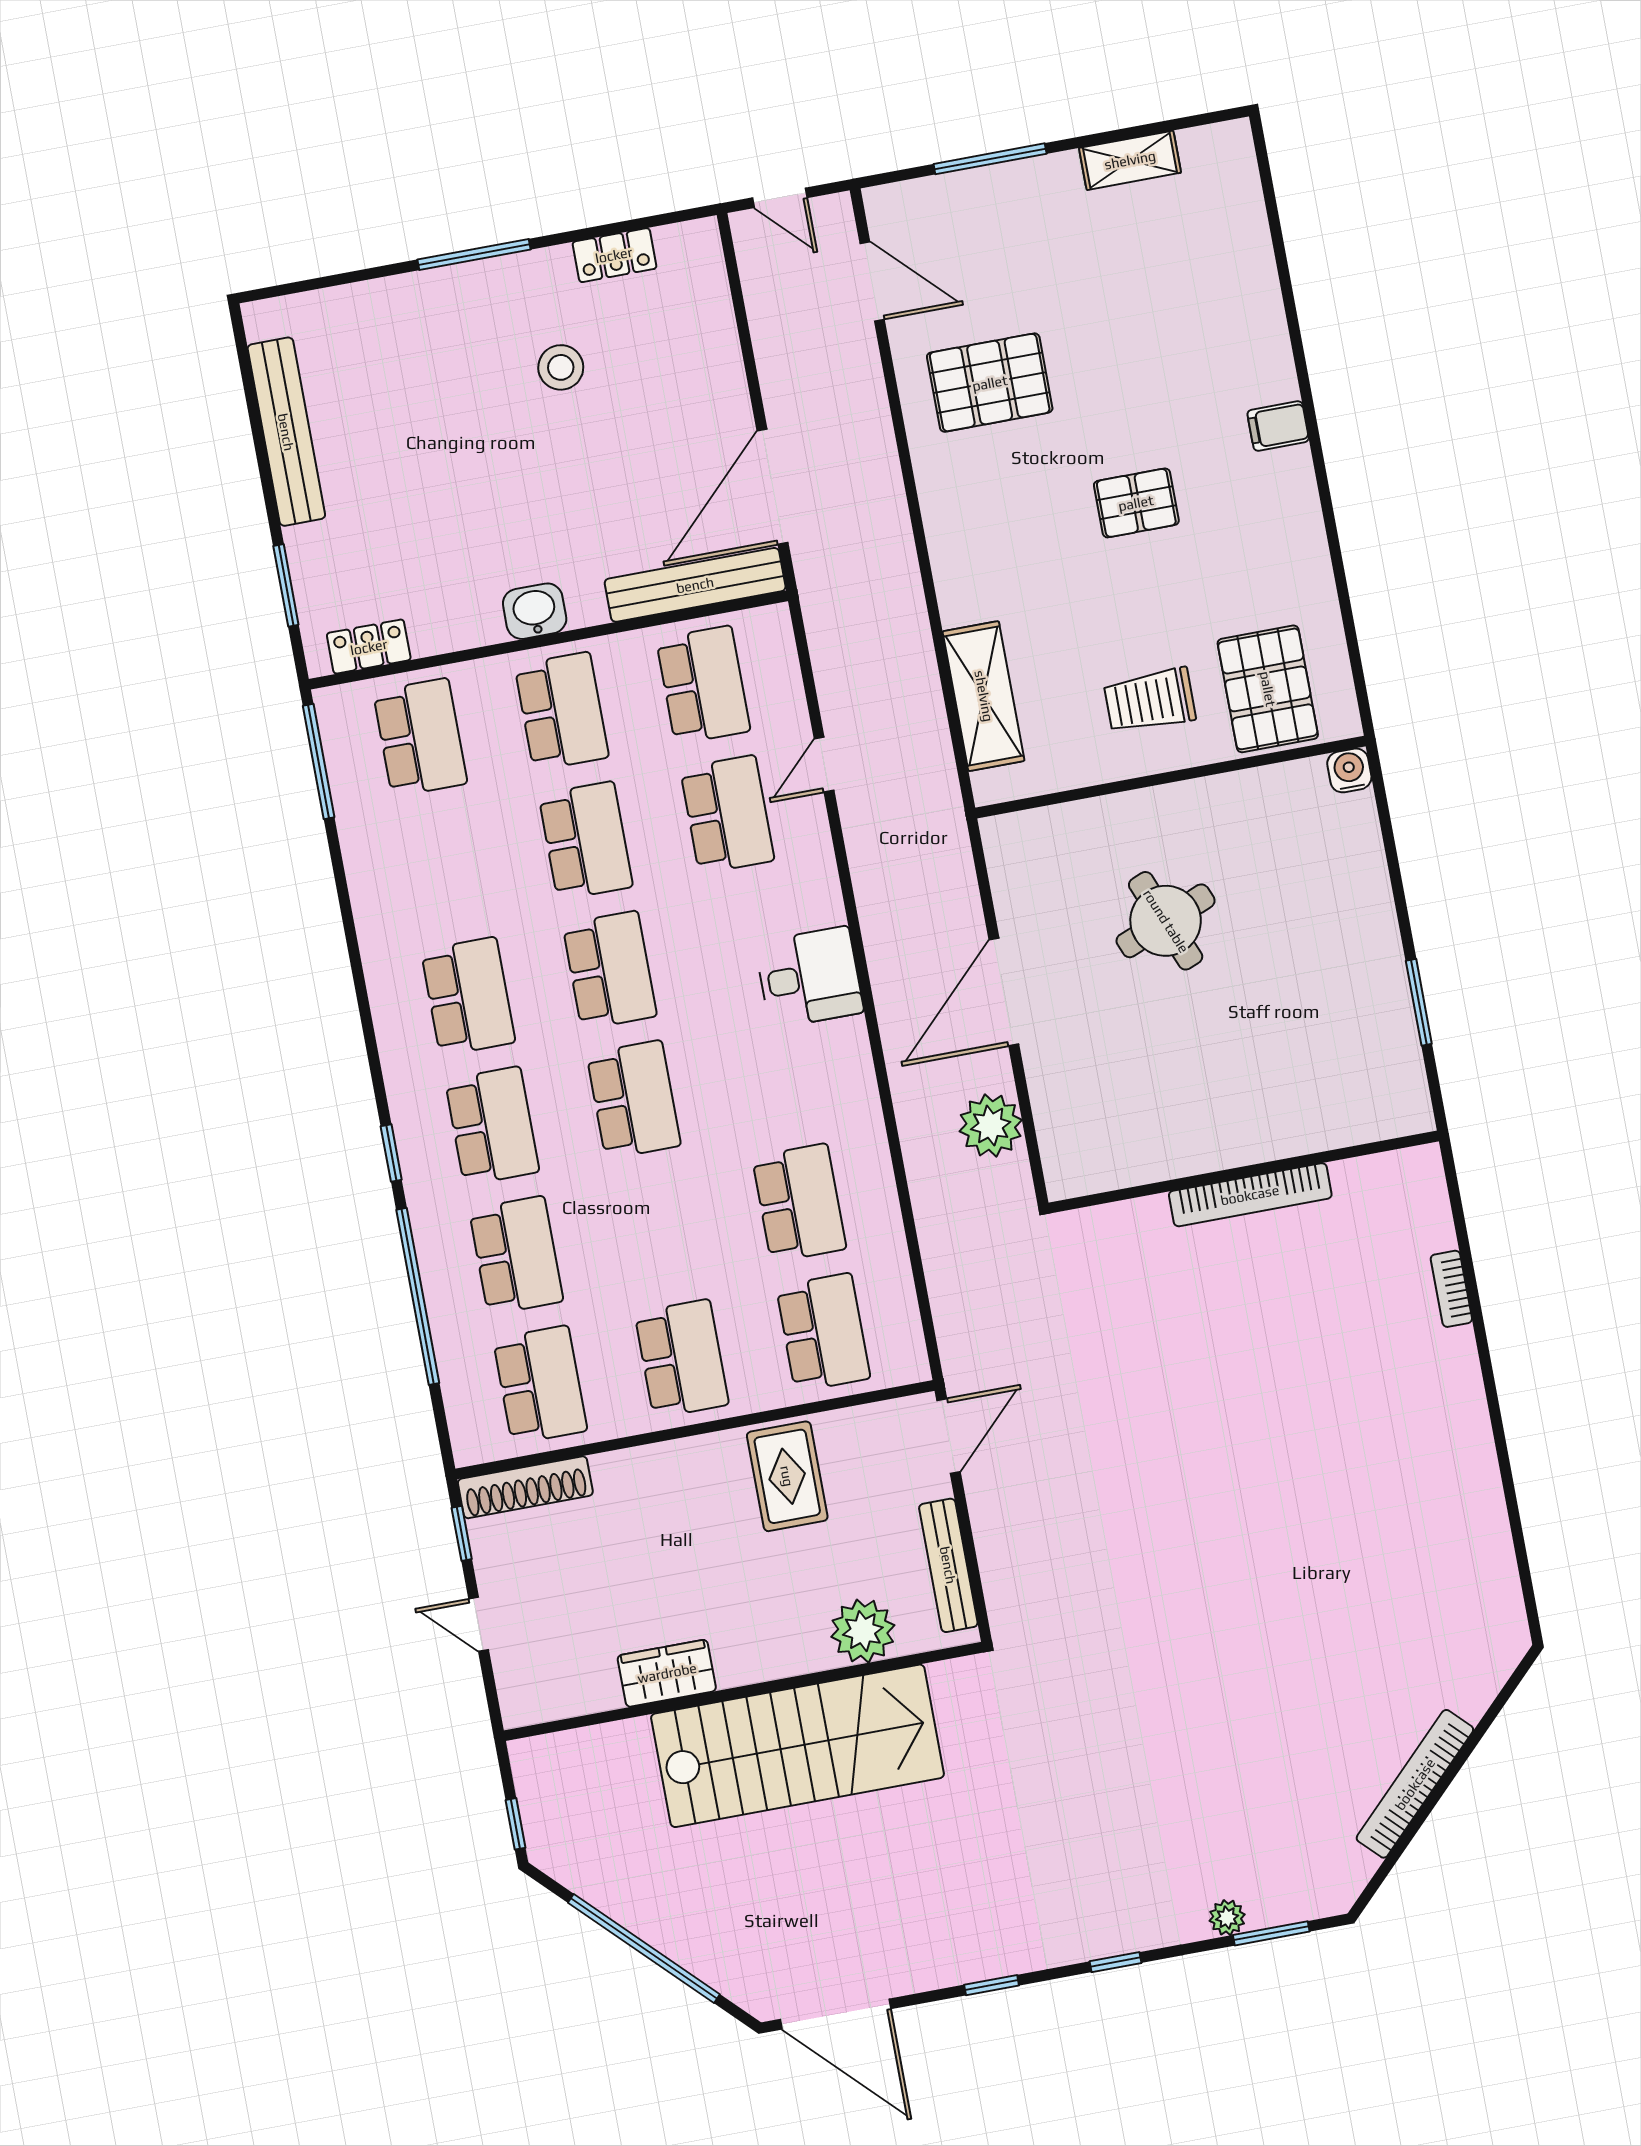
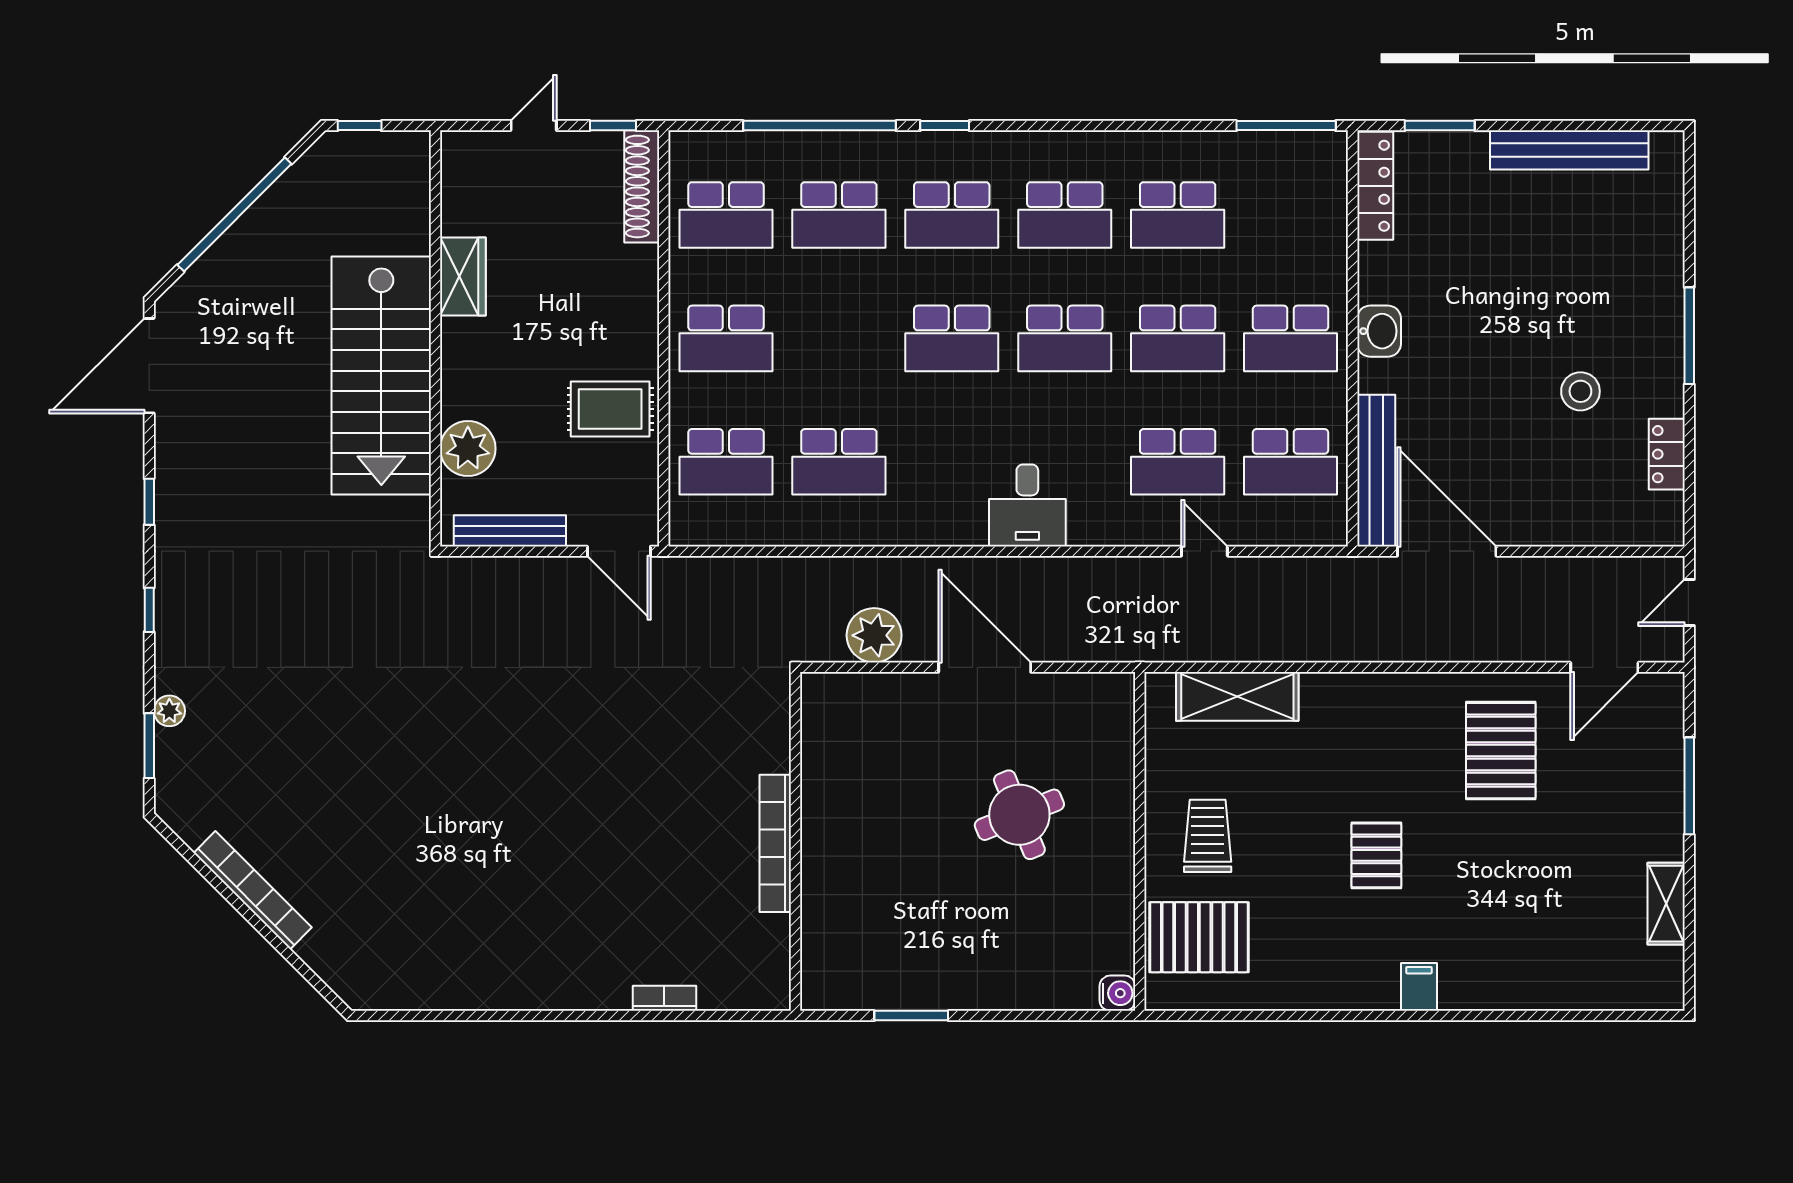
locker: (369, 647) -> (1375, 186), width x1.53
school desk: (420, 737) -> (1178, 215), moved

